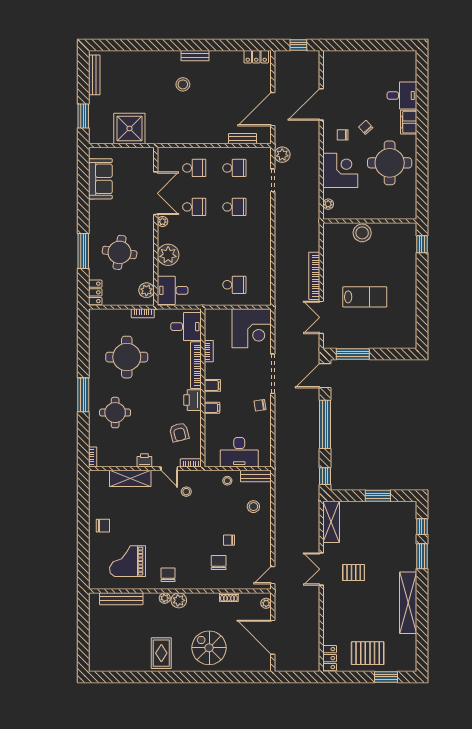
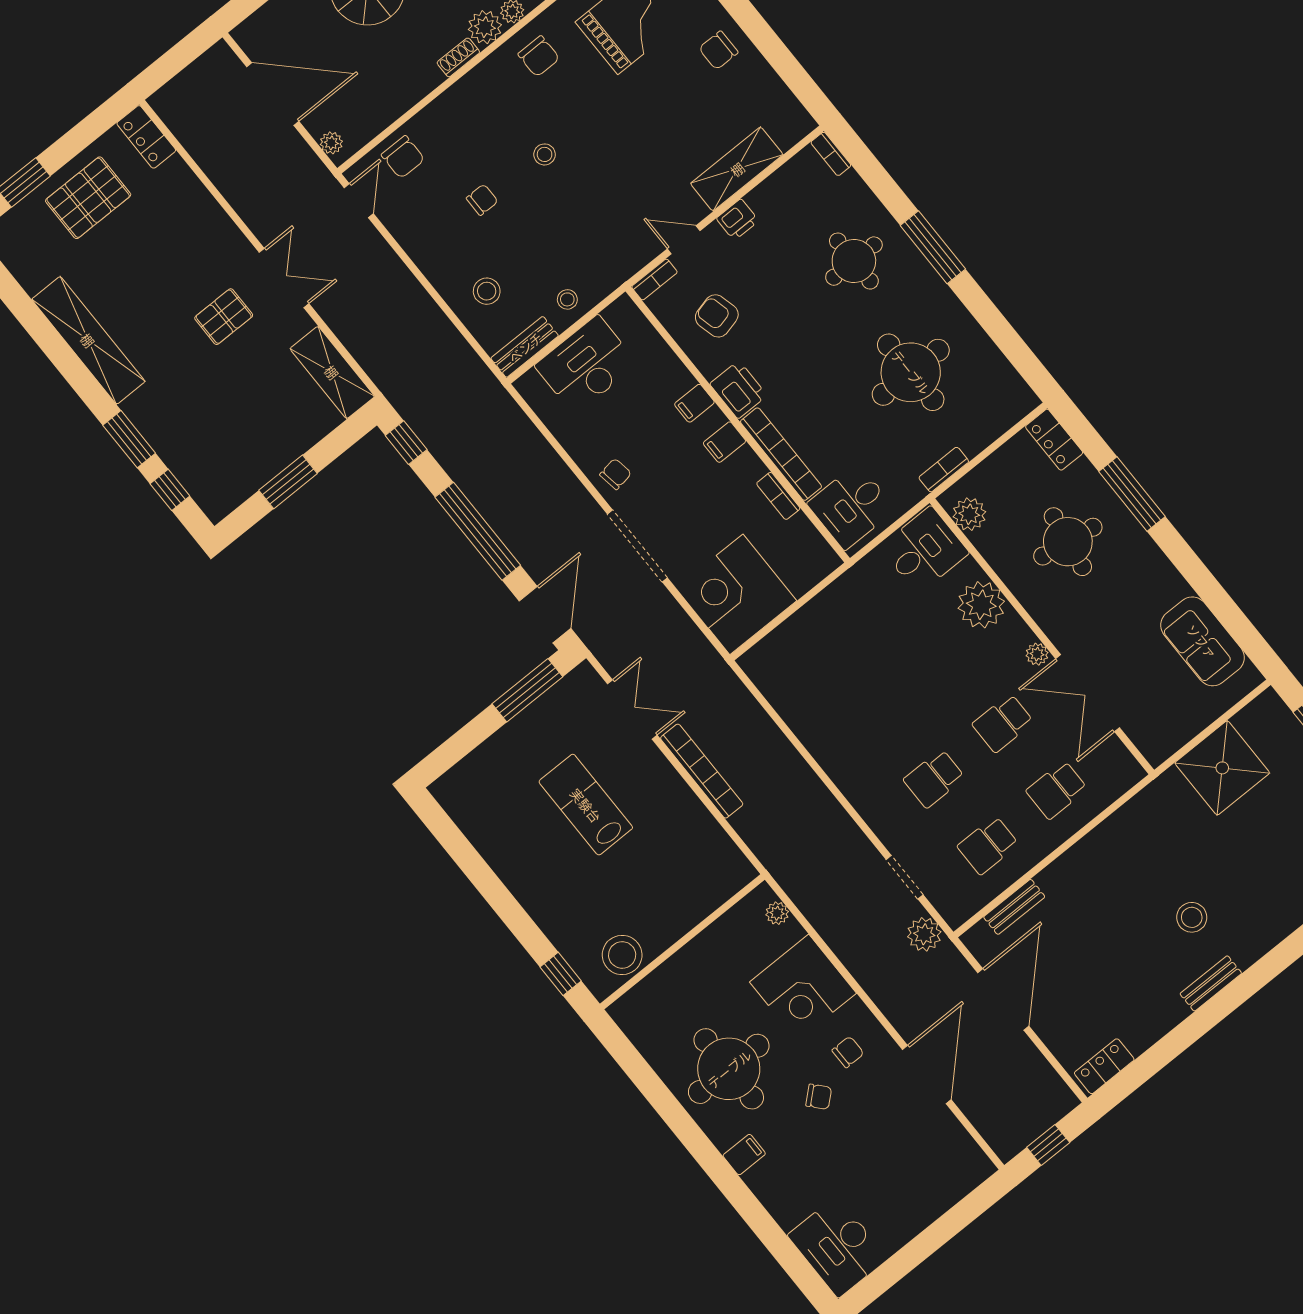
desk: (402, 95) -> (838, 1247), moved, width x1.37
filing cabinet: (409, 122) -> (744, 1155), width x0.50
stool: (362, 233) -> (622, 955), moved
school desk: (234, 285) -> (826, 645), removed
lab bench: (365, 297) -> (586, 805), turned 90
stool: (186, 492) -> (545, 154), moved
chair: (219, 563) -> (403, 157), moved
shoe rack: (229, 597) -> (458, 57), moved

